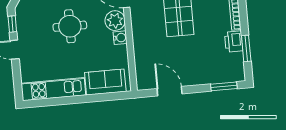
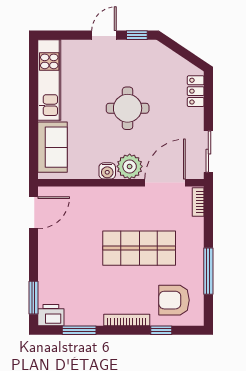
printer: (234, 42) -> (51, 315), moved
door: (170, 91) -> (33, 213), moved

